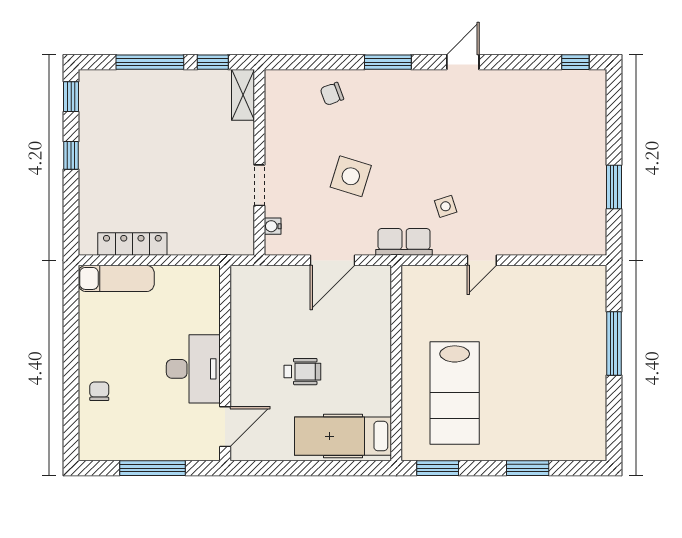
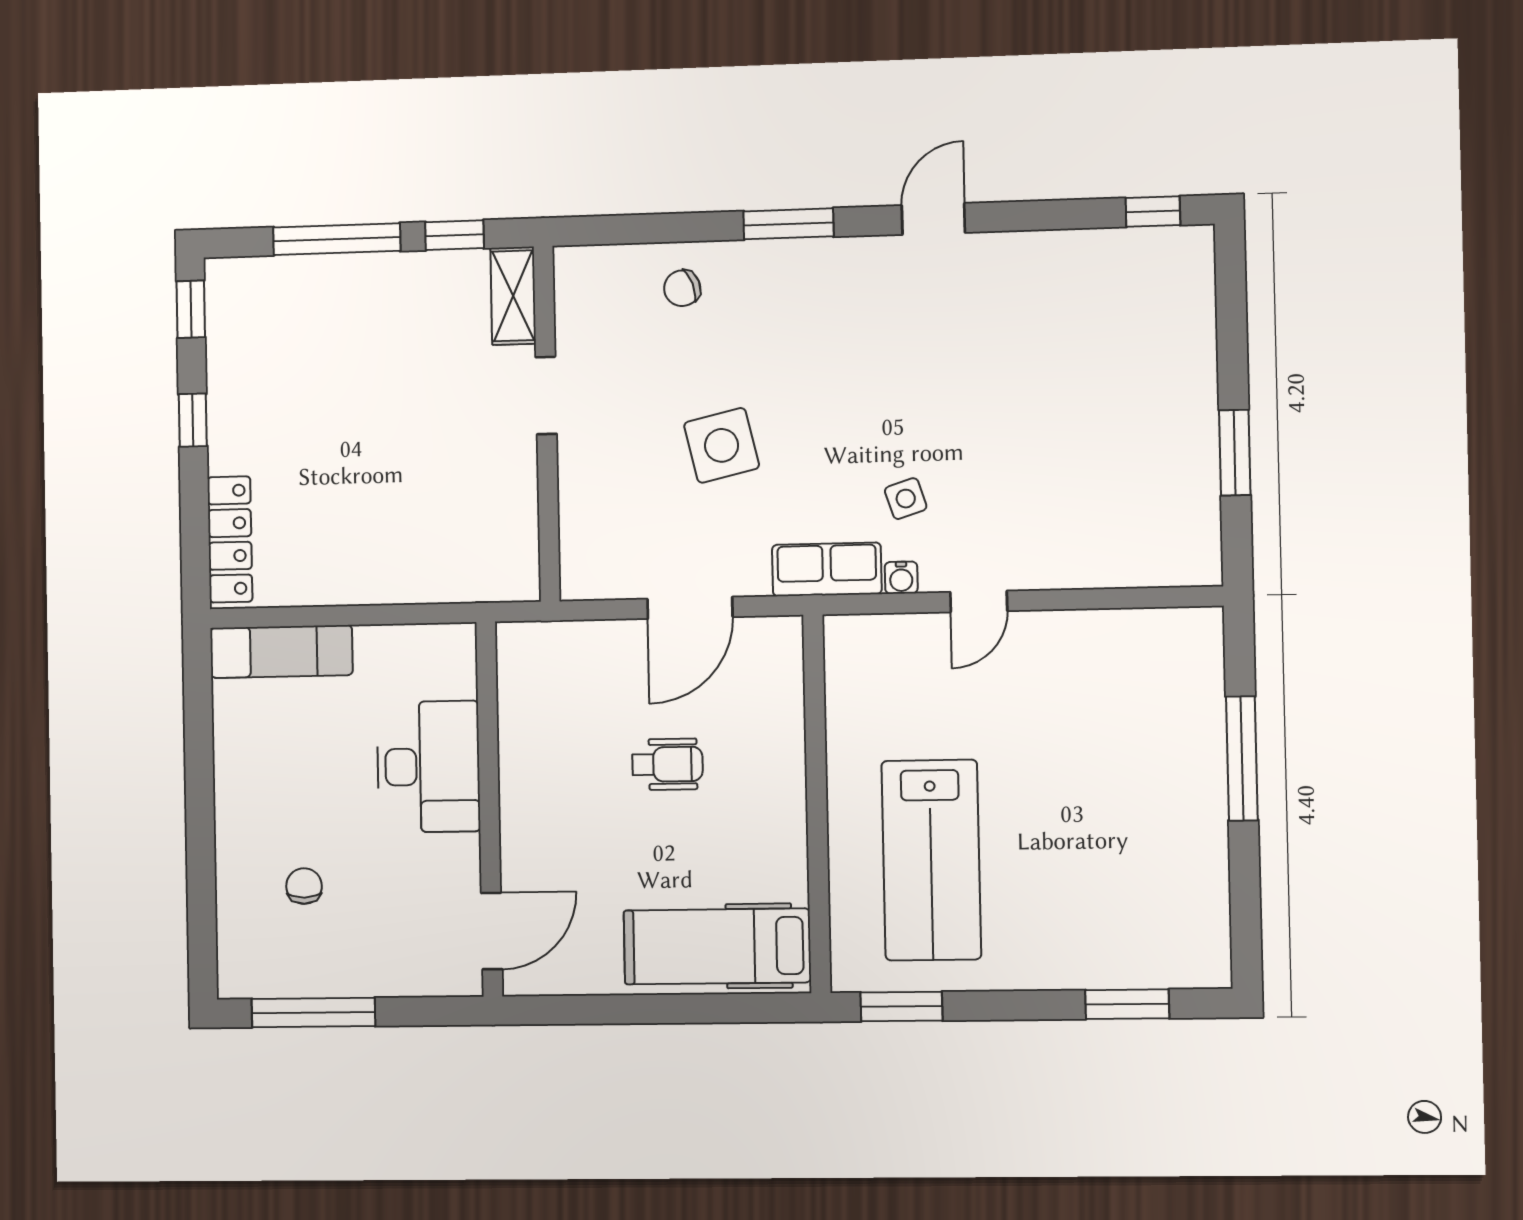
side table: (351, 176) -> (722, 445), turned -30
doorway: (259, 185) -> (546, 396), moved
water cooler: (273, 226) -> (901, 578), moved, turned -90
locker: (132, 244) -> (230, 539), moved, turned 90
desk: (193, 369) -> (428, 767), moved
wheelchair: (302, 372) -> (667, 764), moved
chair: (99, 391) -> (304, 886), moved
window: (153, 468) -> (313, 1012), moved
window: (528, 468) -> (1127, 1004), moved

